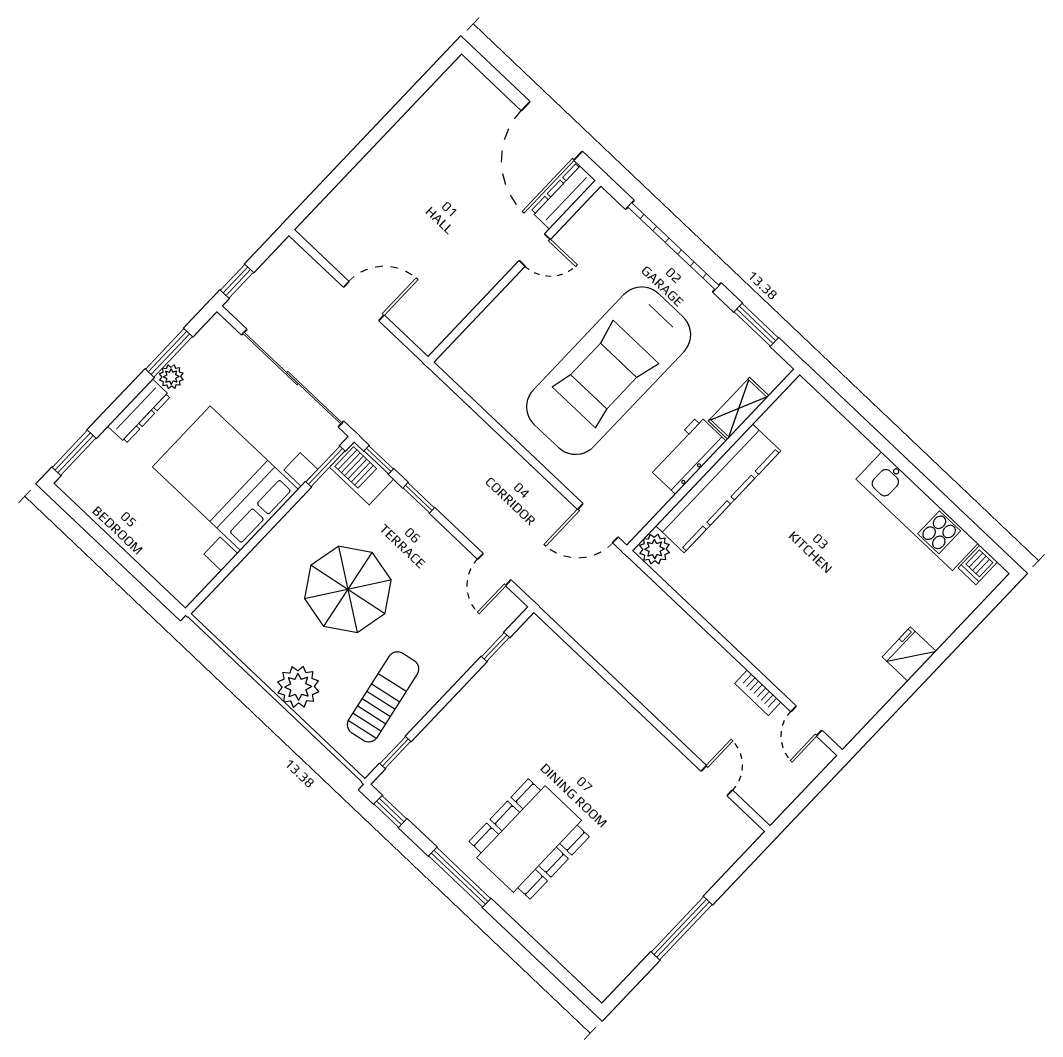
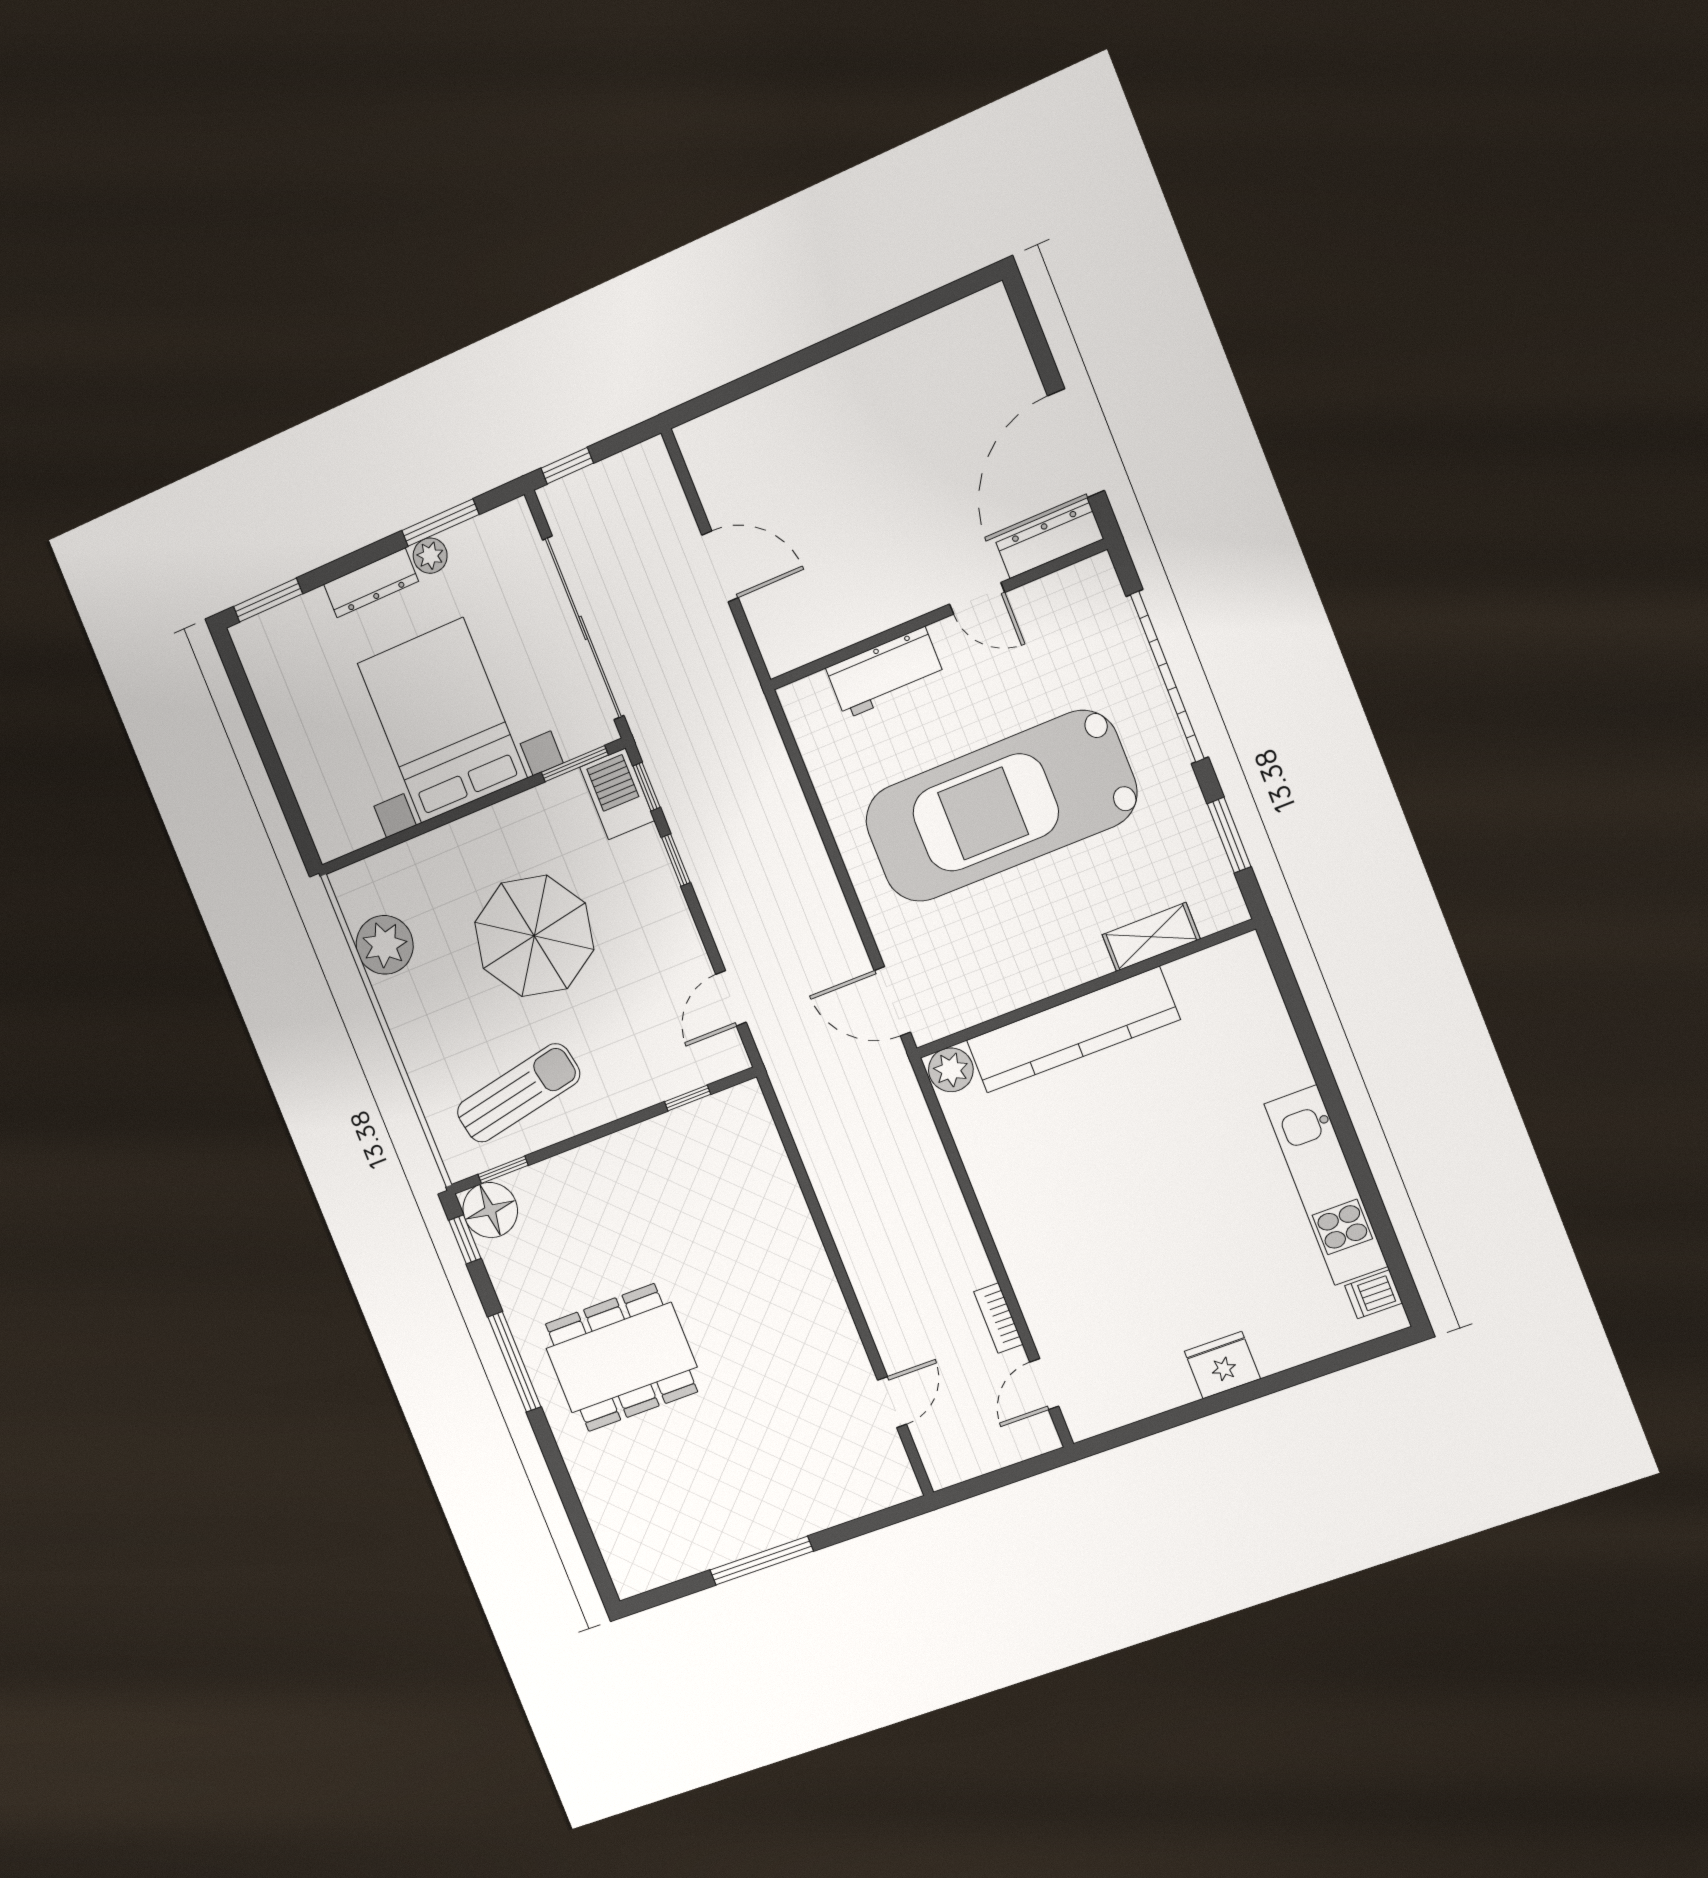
workbench: (687, 455) -> (885, 673), moved, turned 180
plant: (298, 687) -> (385, 945), moved
floor lamp: (399, 783) -> (490, 1210), added

